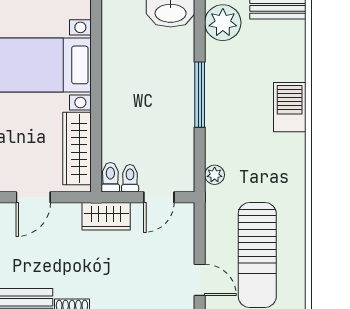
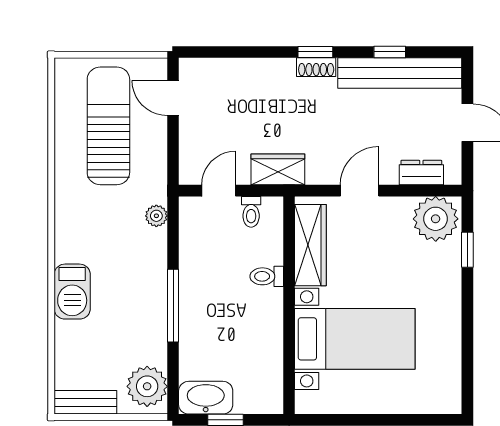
toilet: (110, 177) -> (267, 276), moved, turned 90

